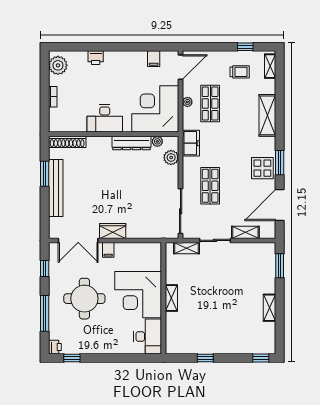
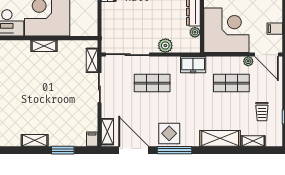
shelving: (270, 66) -> (253, 141), moved
plant: (187, 102) -> (248, 61), moved
plant: (171, 157) -> (165, 46), moved
window: (280, 163) -> (175, 150), width x1.44
shelving: (245, 232) -> (107, 132), moved
filing cabinet: (268, 248) -> (92, 139), added
window: (280, 266) -> (63, 150), moved

